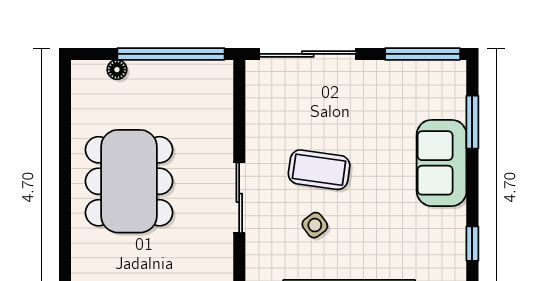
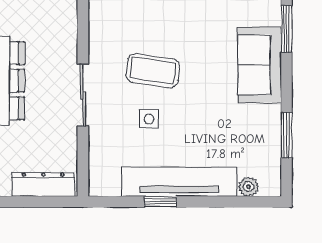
side table: (315, 225) -> (149, 119), turned 37
window: (472, 244) -> (287, 135), width x1.50

